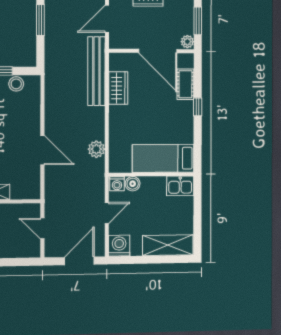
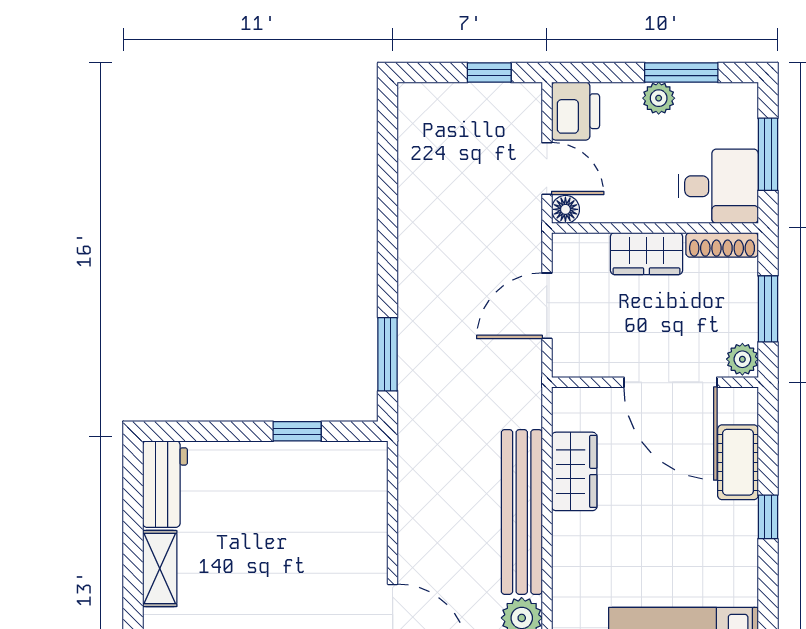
window: (40, 20) -> (388, 354), moved
bench: (96, 71) -> (522, 512), moved
stool: (16, 84) -> (330, 462), removed

